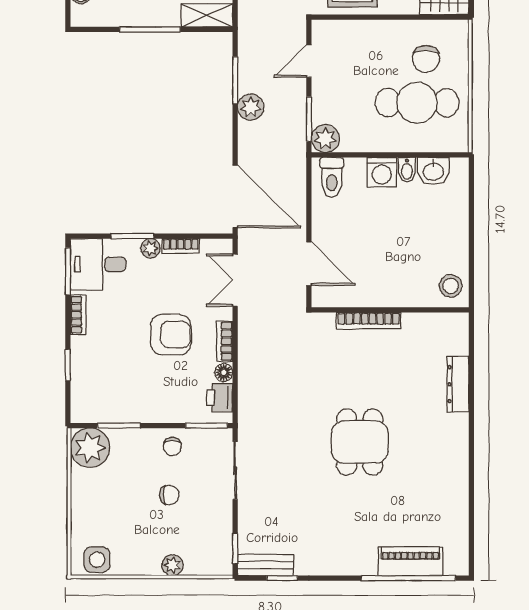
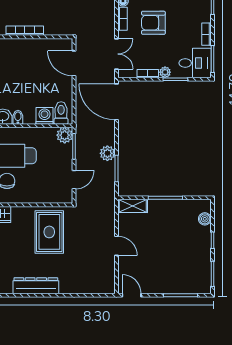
washing machine: (382, 172) -> (44, 116), moved
bookcase: (369, 321) -> (25, 31), moved

